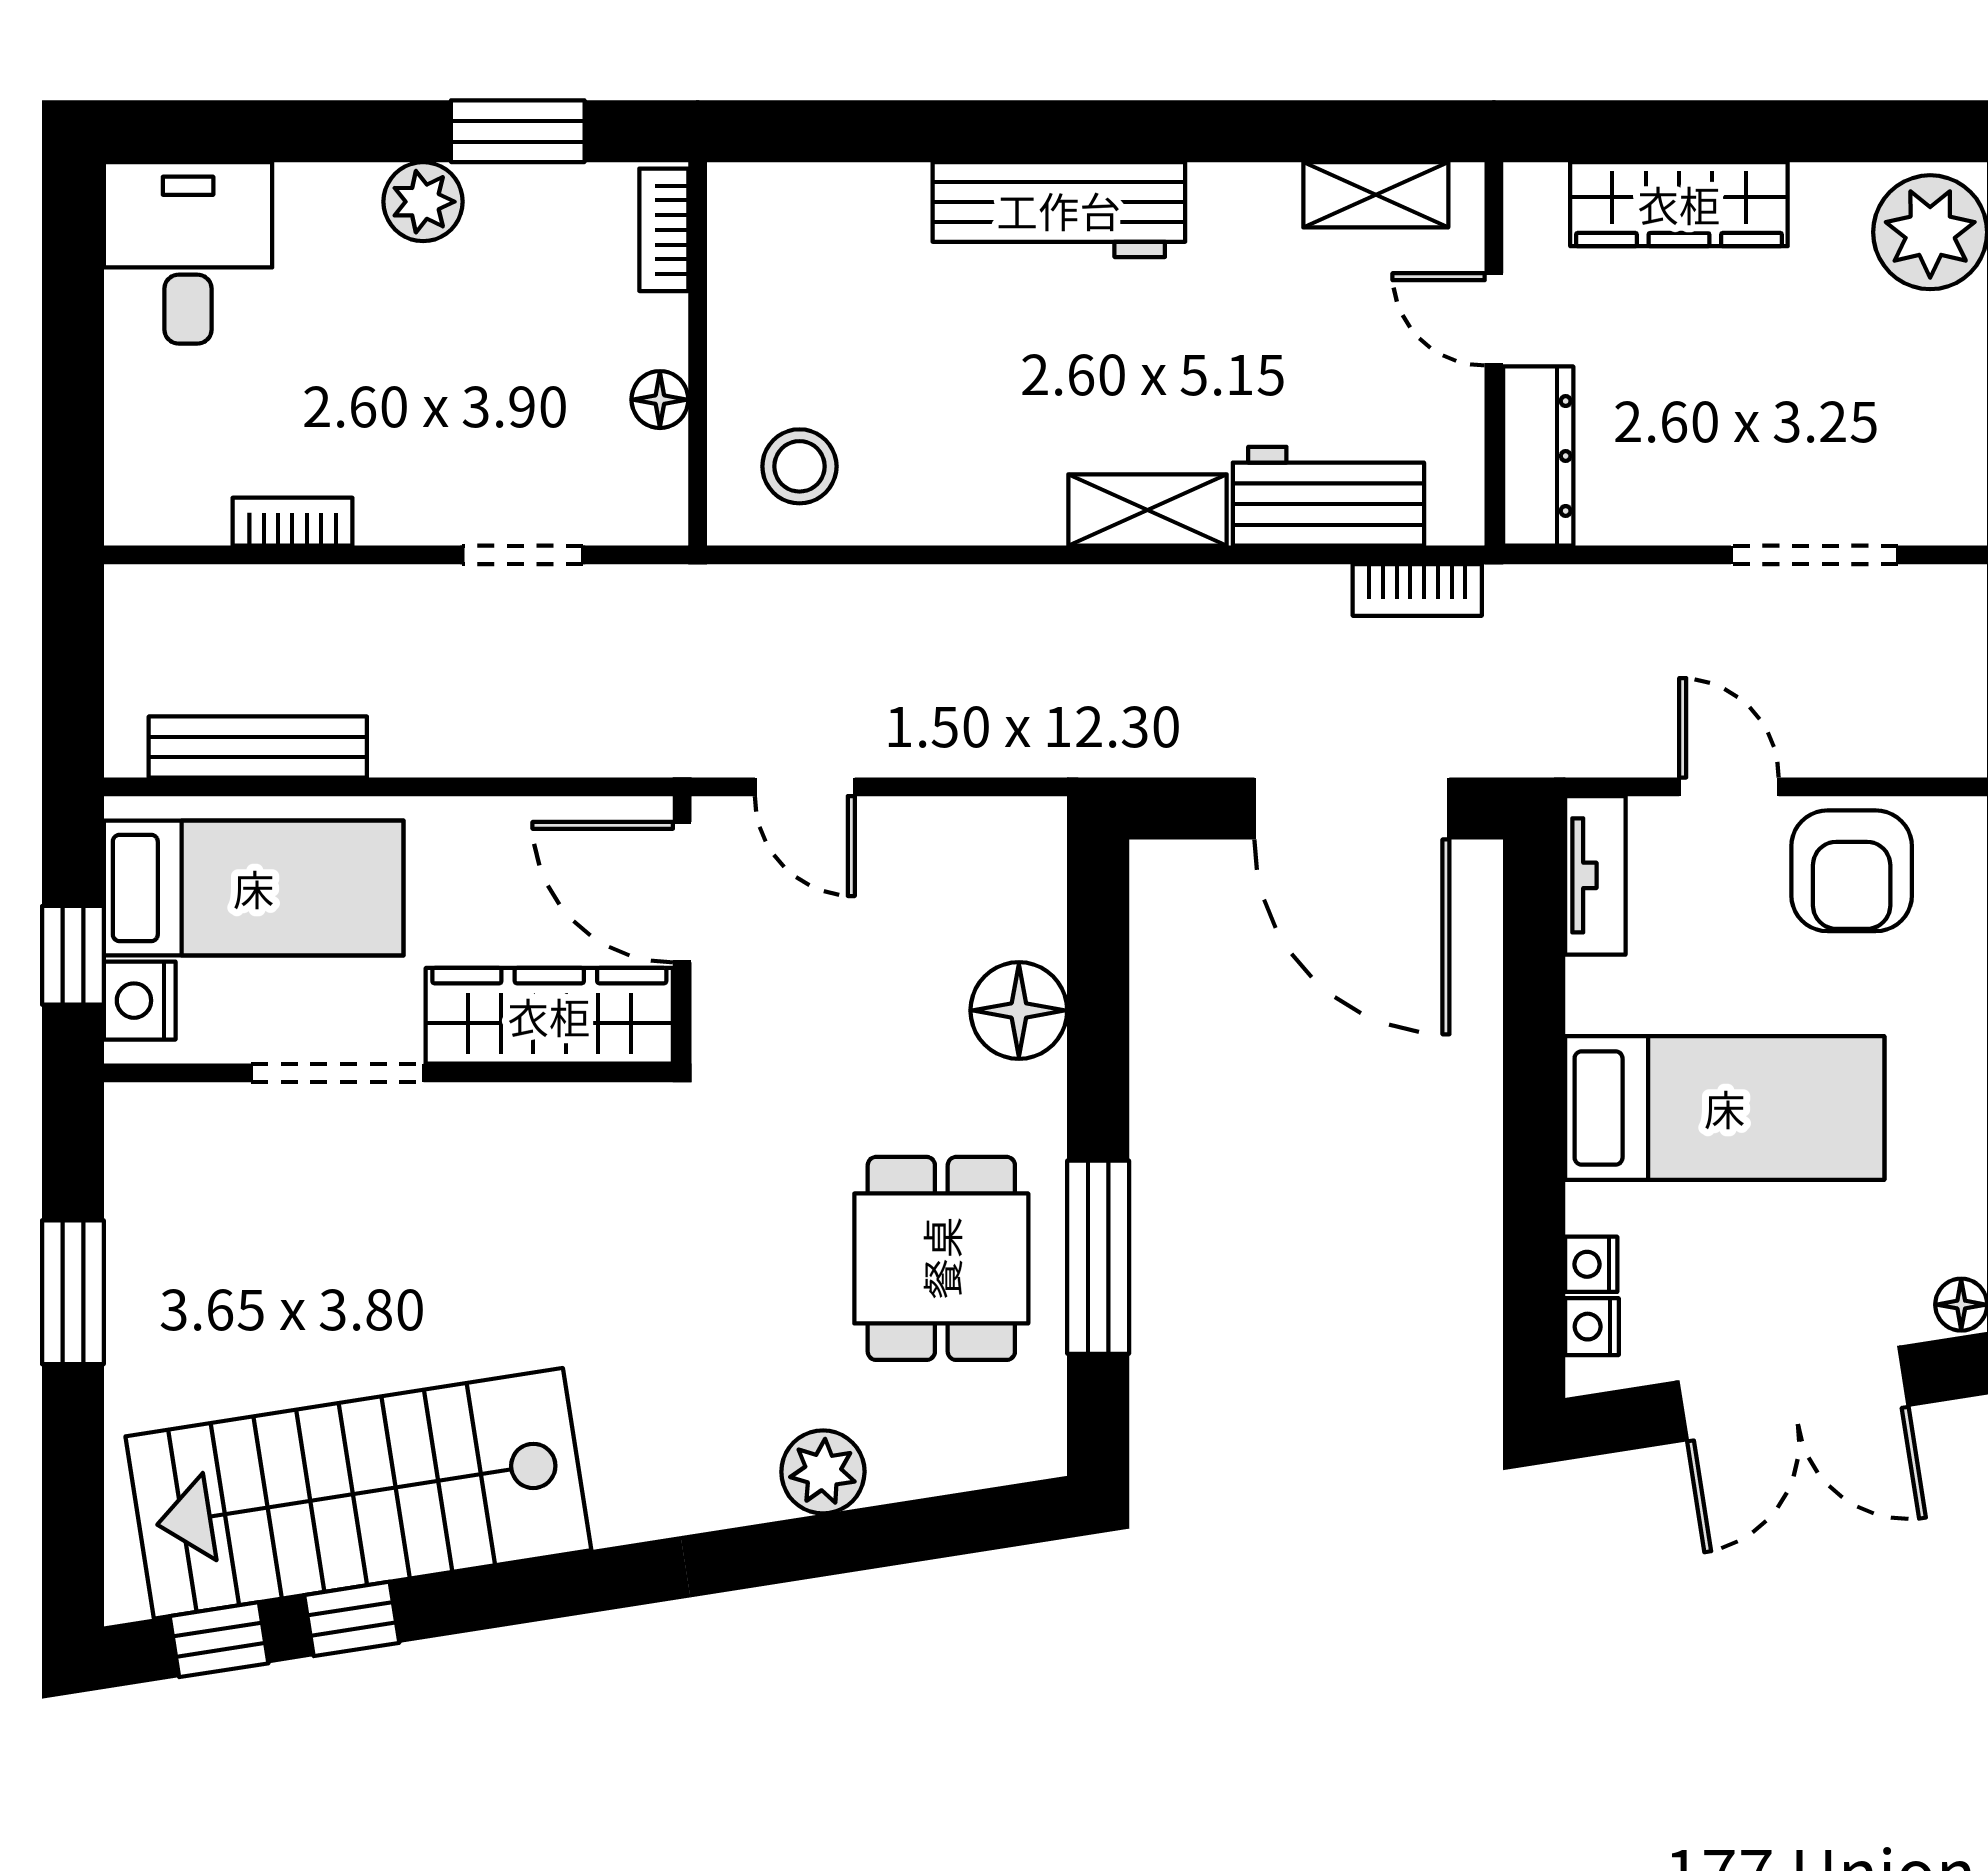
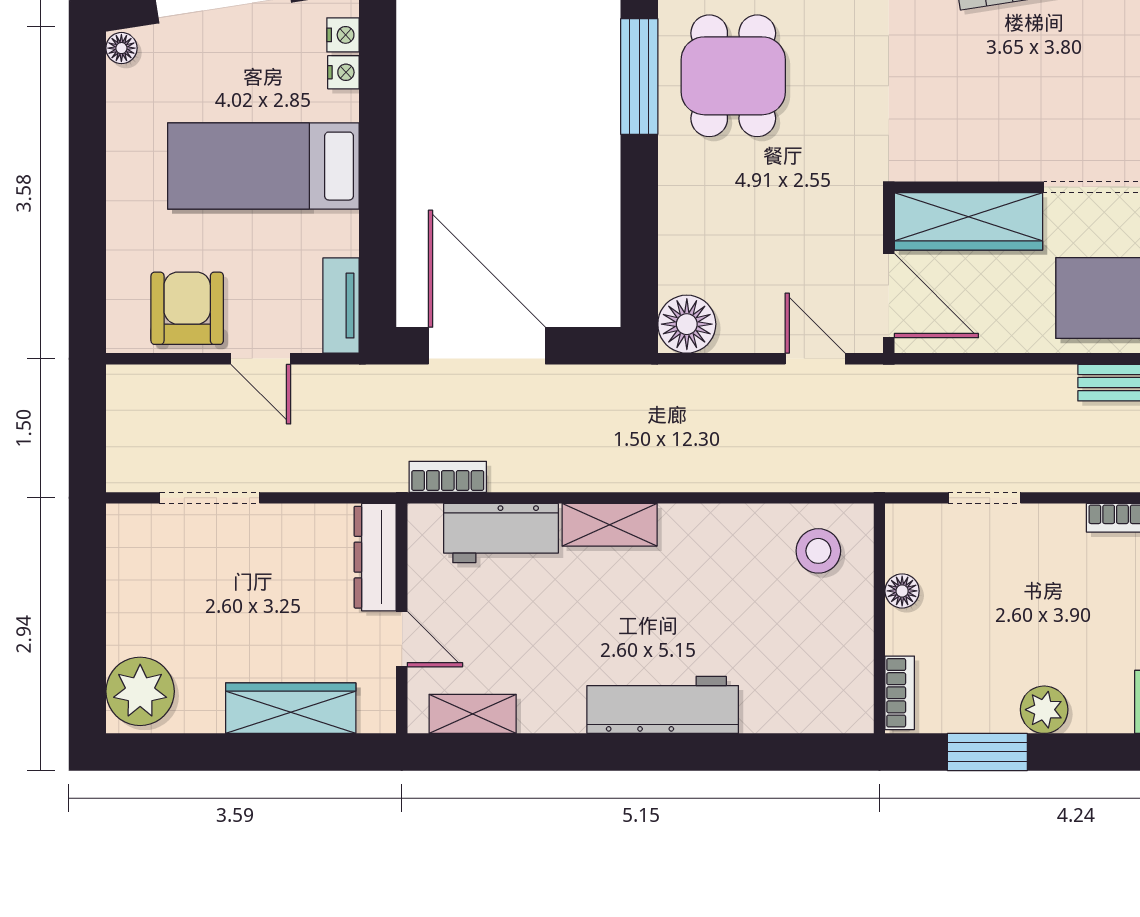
floor lamp: (1019, 1010) -> (687, 324), moved

